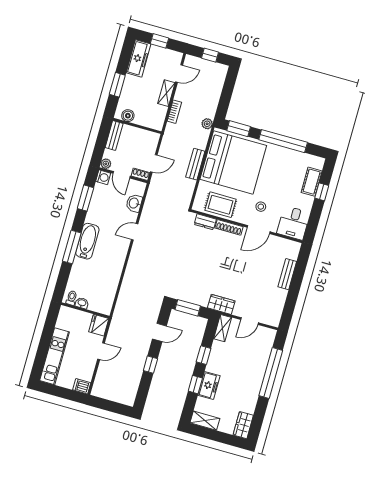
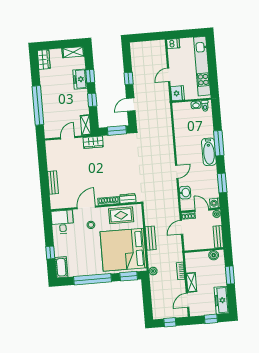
cot: (312, 182) -> (61, 267), moved
kitchen unit: (55, 356) -> (202, 66), width x1.36

